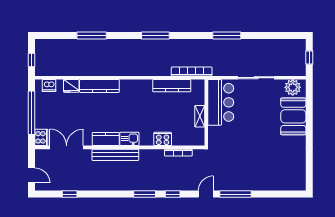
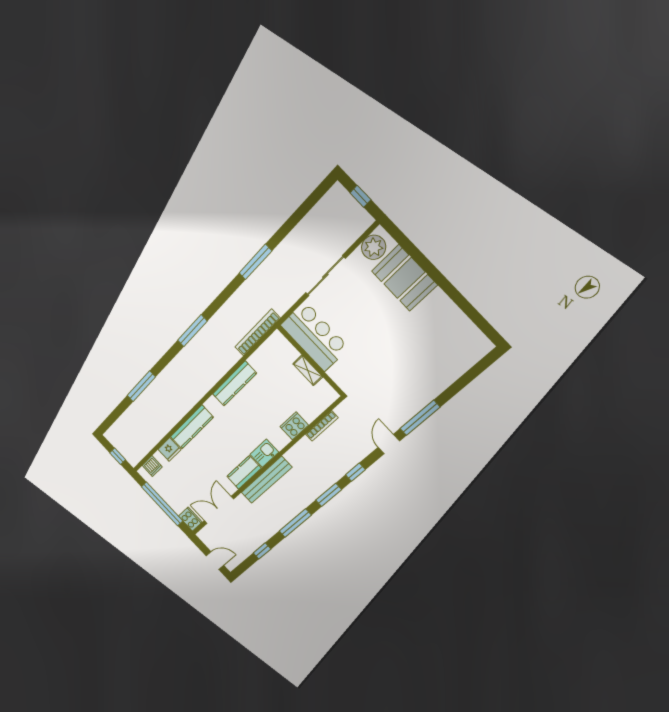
kitchen counter: (172, 86) -> (234, 384), moved
window: (108, 194) -> (295, 523), added

